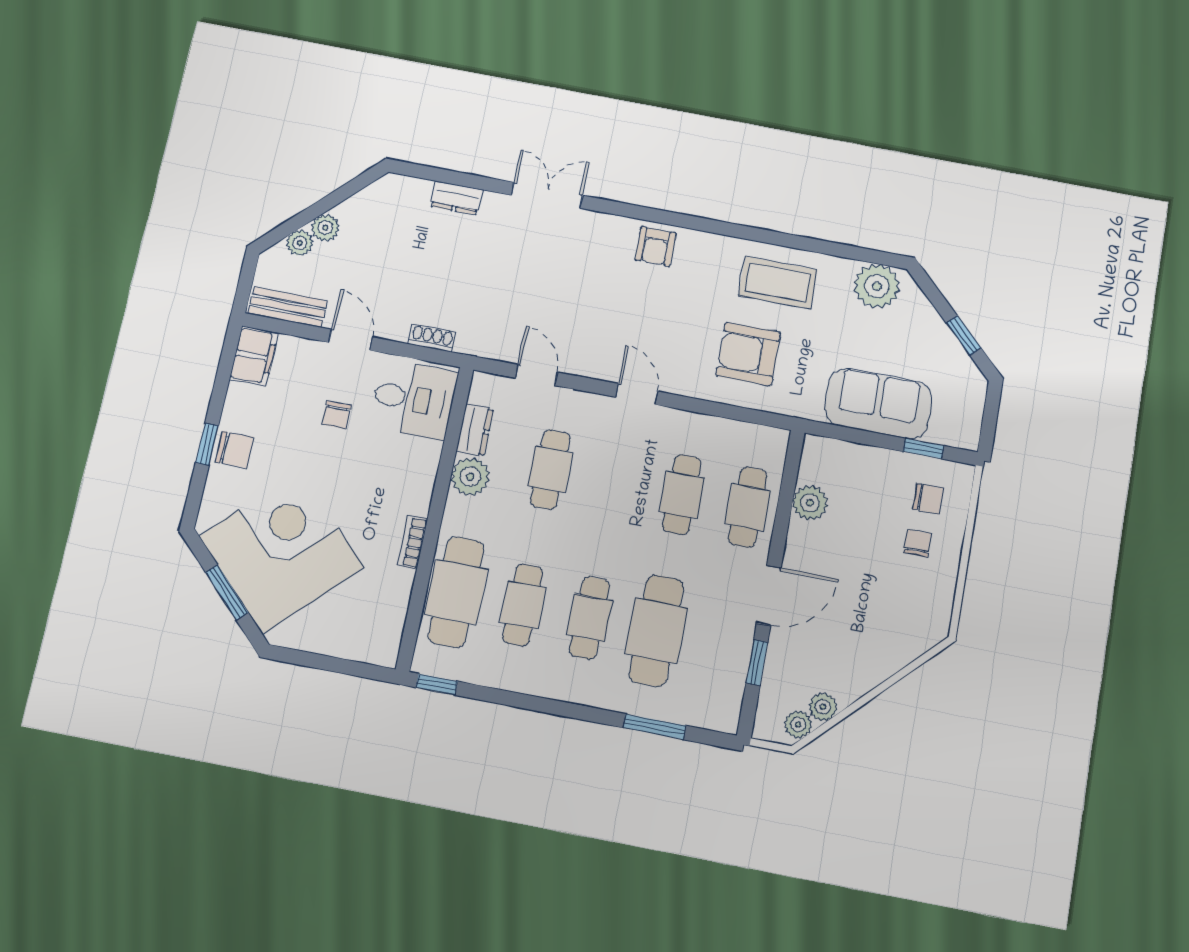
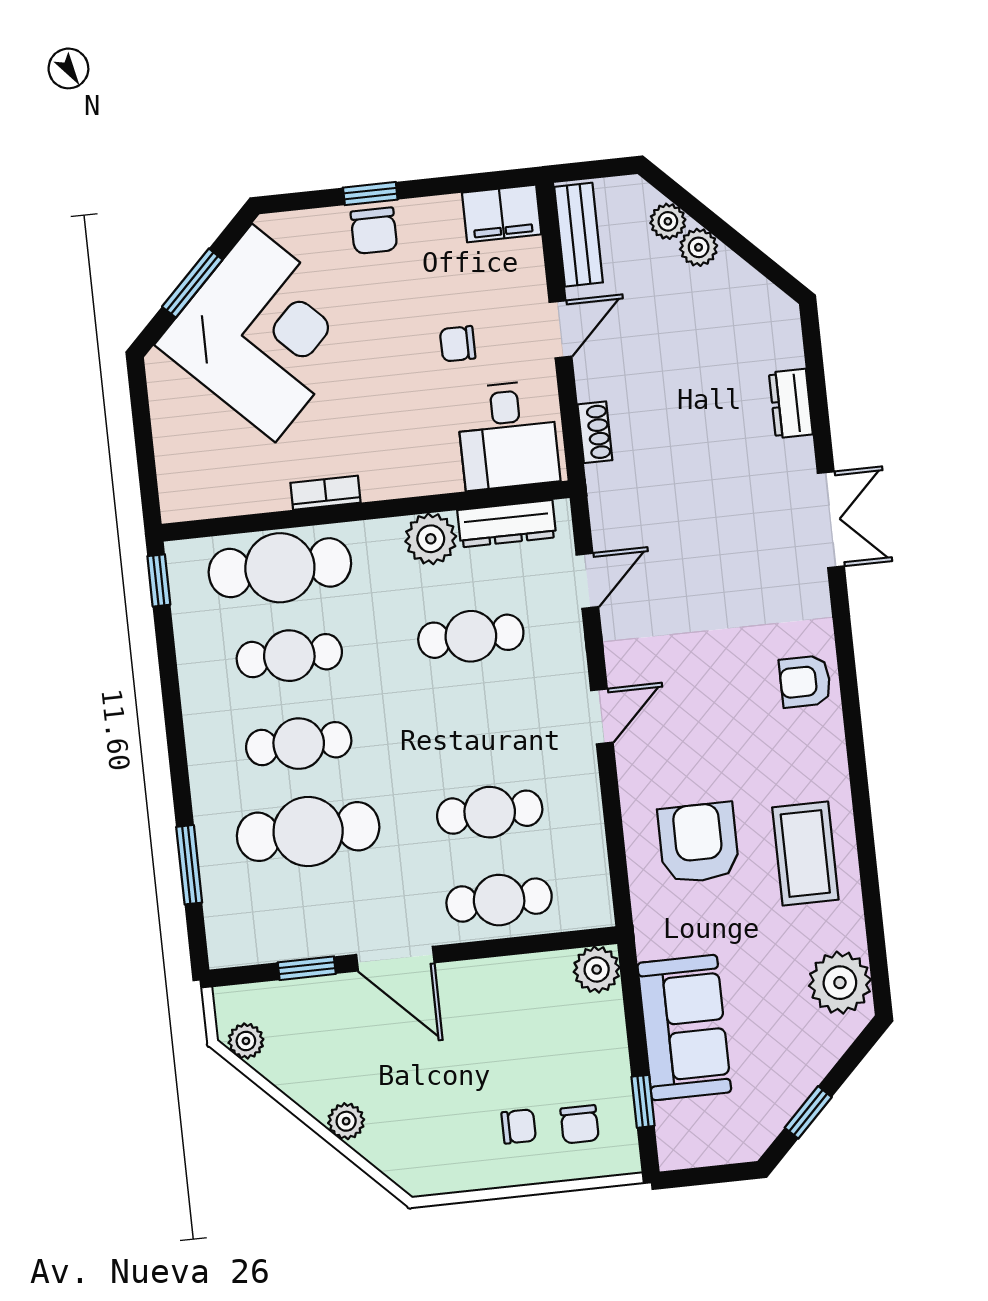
dresser: (475, 430) -> (507, 524), width x1.44
plant: (810, 503) -> (597, 970), moved
plant: (823, 707) -> (346, 1121), moved

